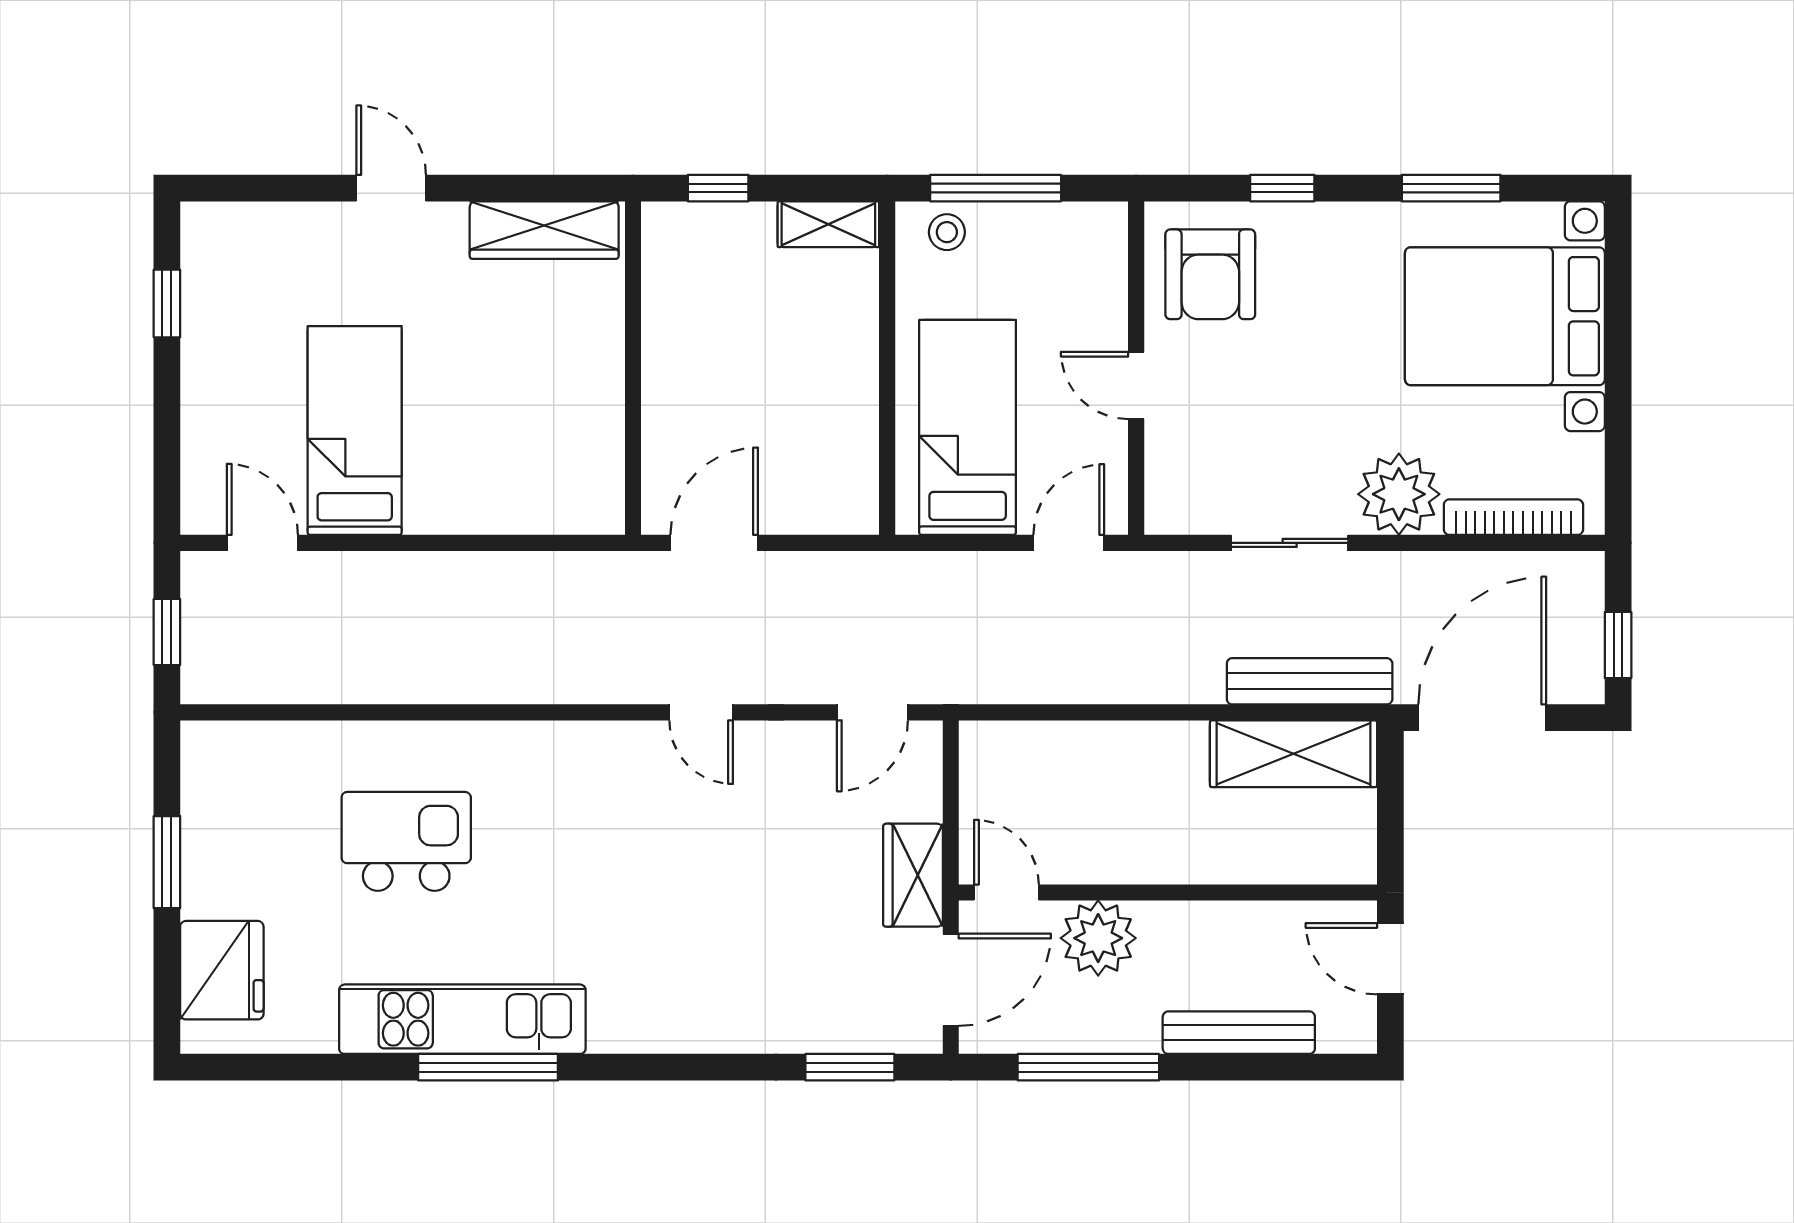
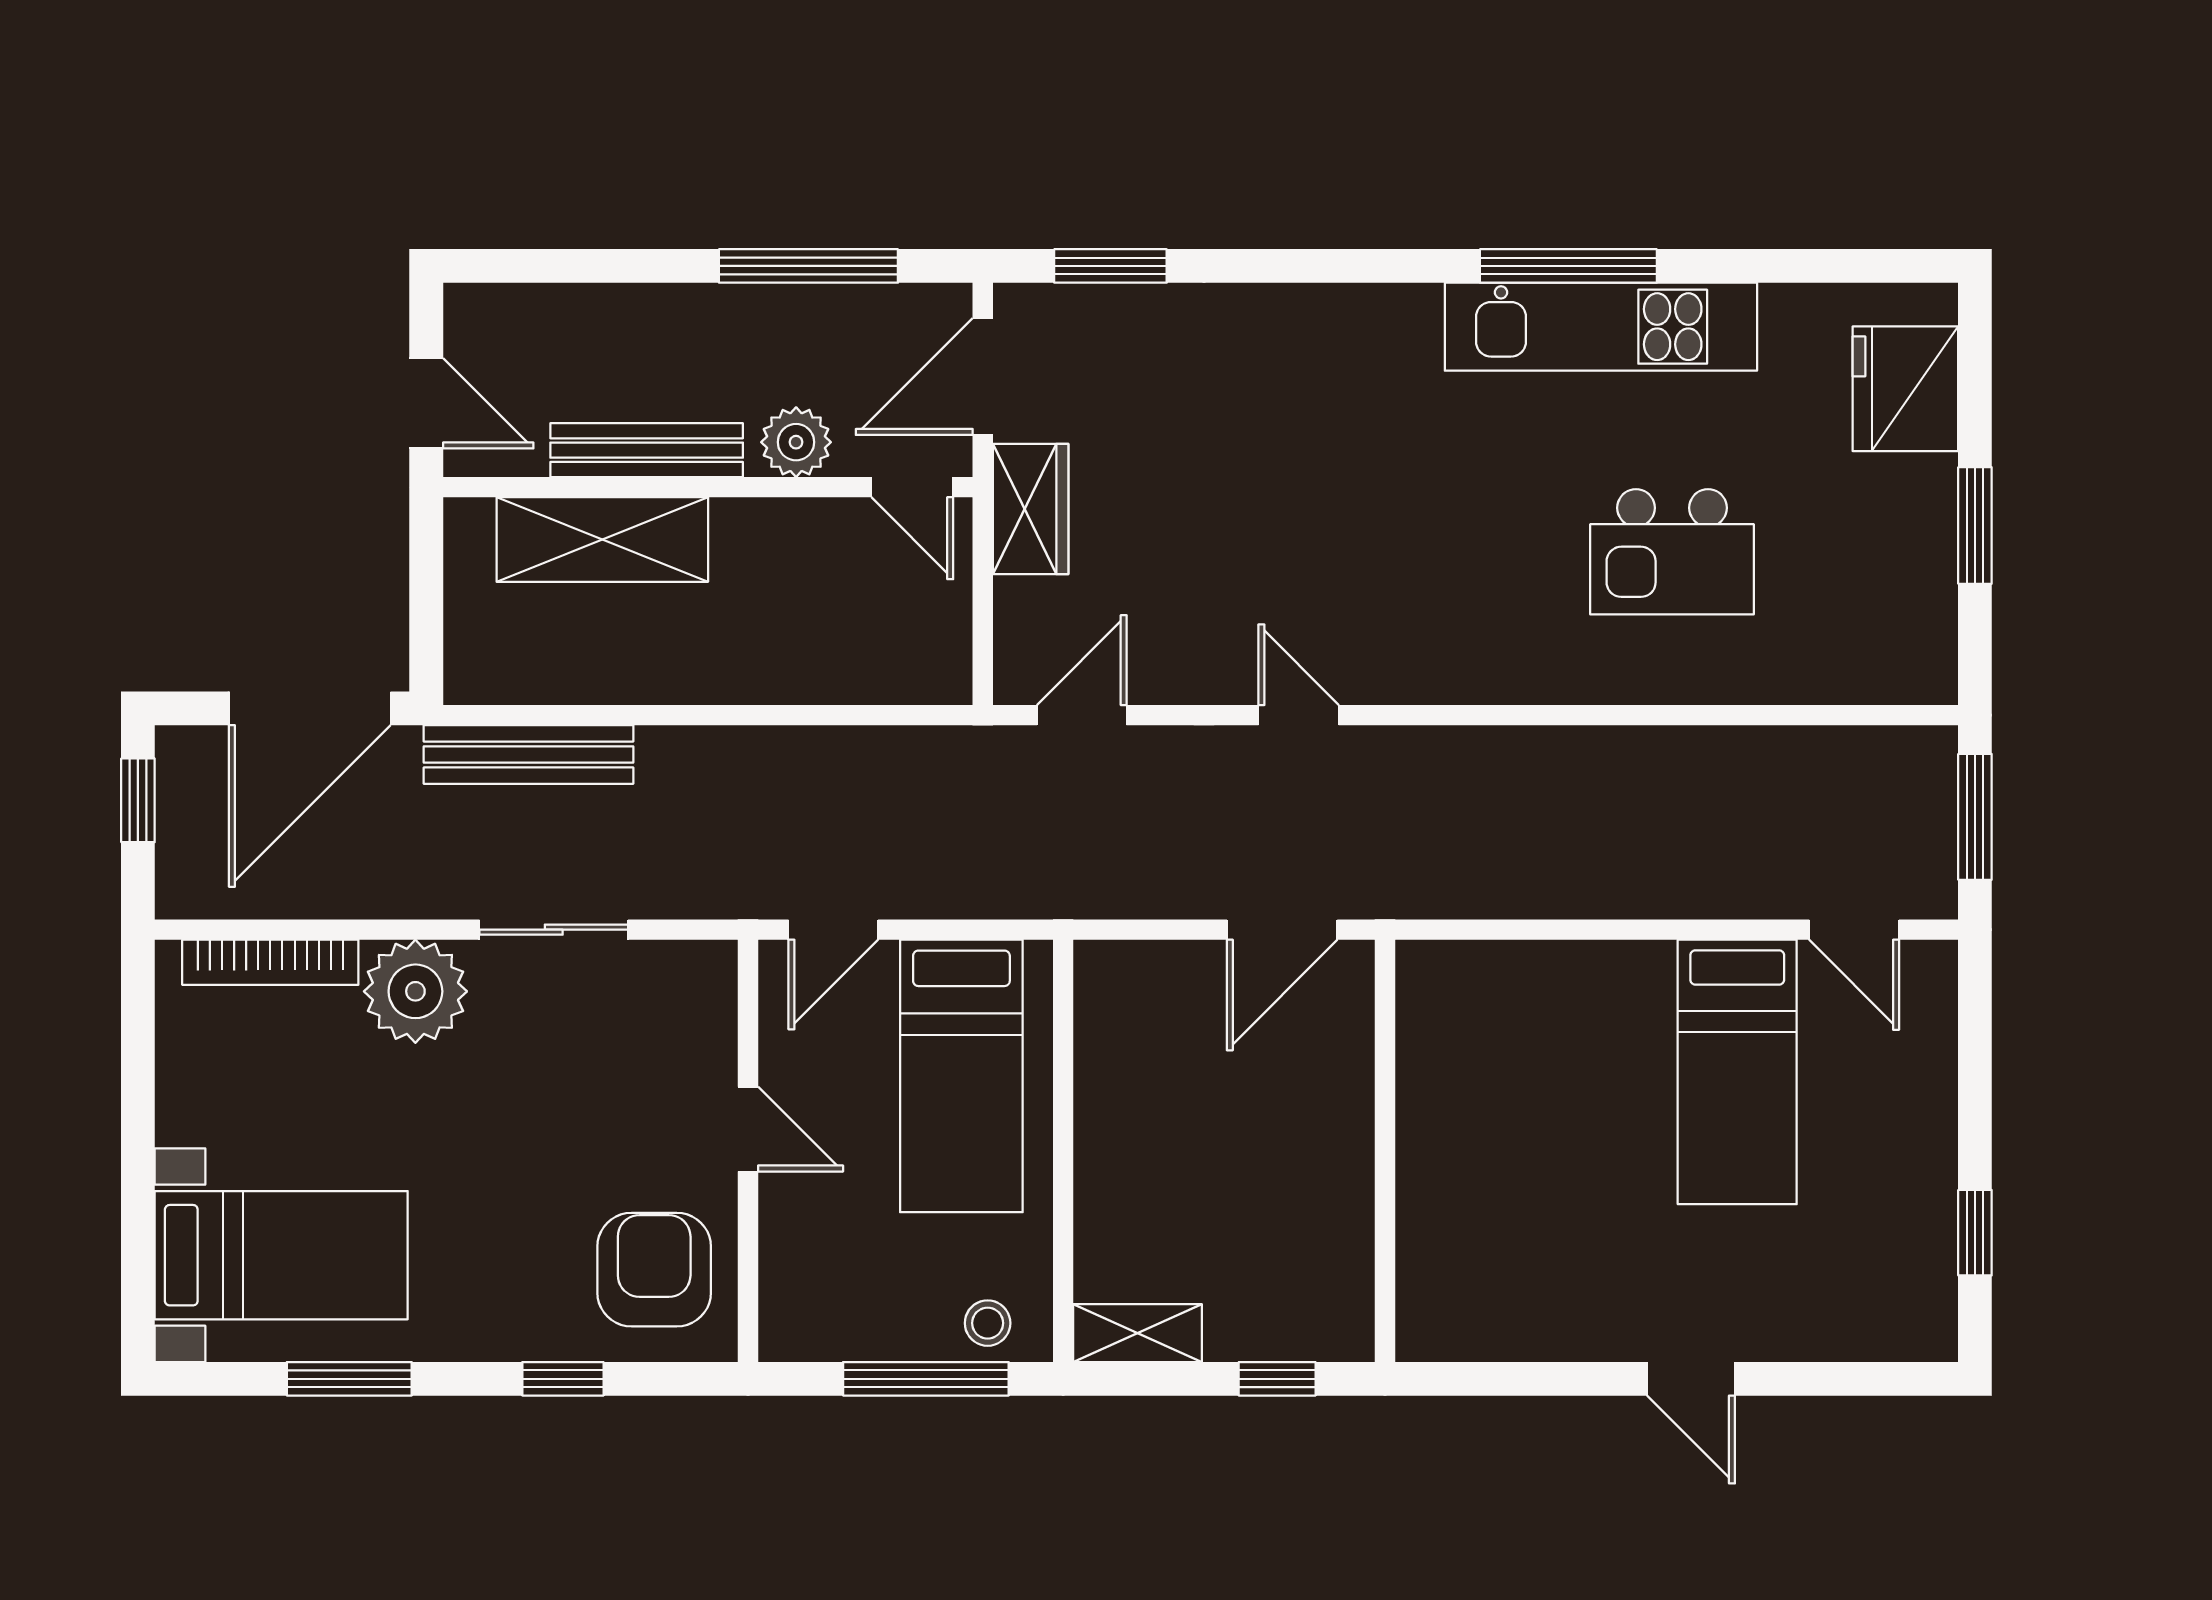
wardrobe: (544, 230) -> (1497, 1326), removed
bed with nightstands: (1505, 316) -> (281, 1255), width x0.73
window: (167, 632) -> (1975, 817), width x1.50
shelving: (1294, 754) -> (602, 540), moved
plant: (1098, 938) -> (796, 442), width x0.73, depth x0.73
bench: (1239, 1033) -> (647, 450), moved

